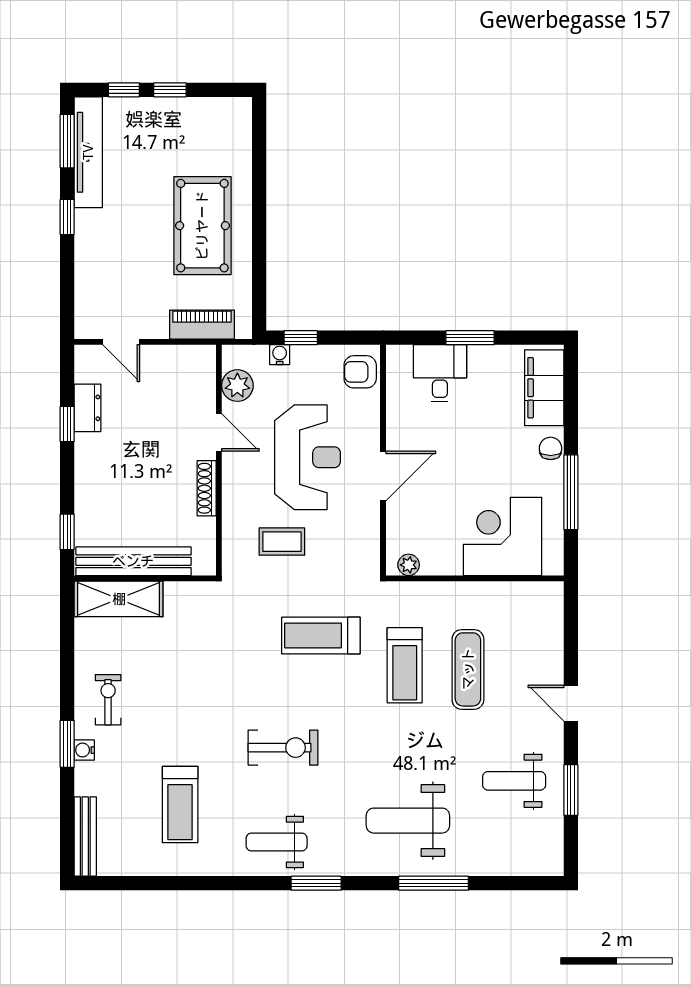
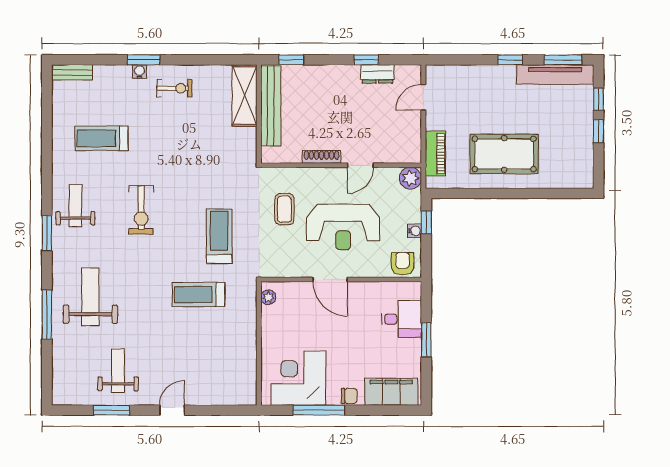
water cooler: (280, 355) -> (414, 231), moved
plant: (237, 386) -> (410, 178), moved
corner desk: (503, 536) -> (298, 378), moved, turned -90
exercise mat: (468, 669) -> (195, 339), removed
bench: (85, 837) -> (72, 72), width x0.73

